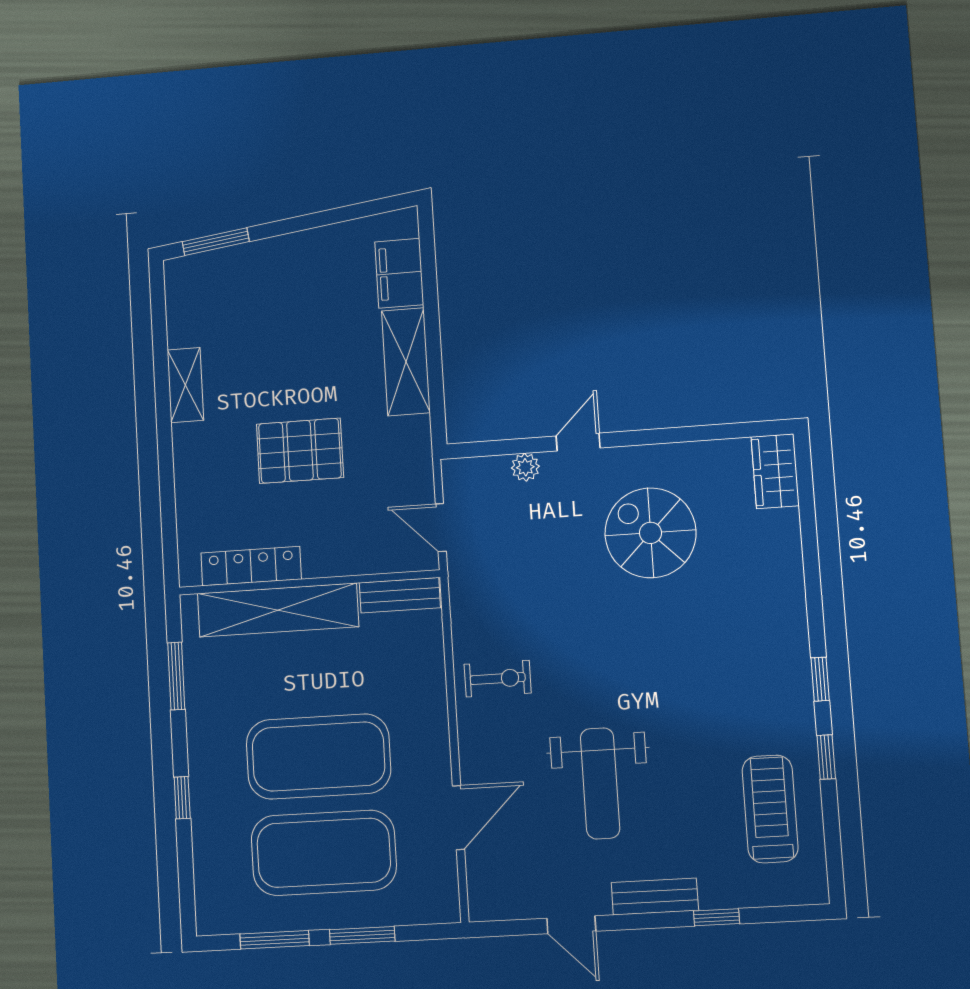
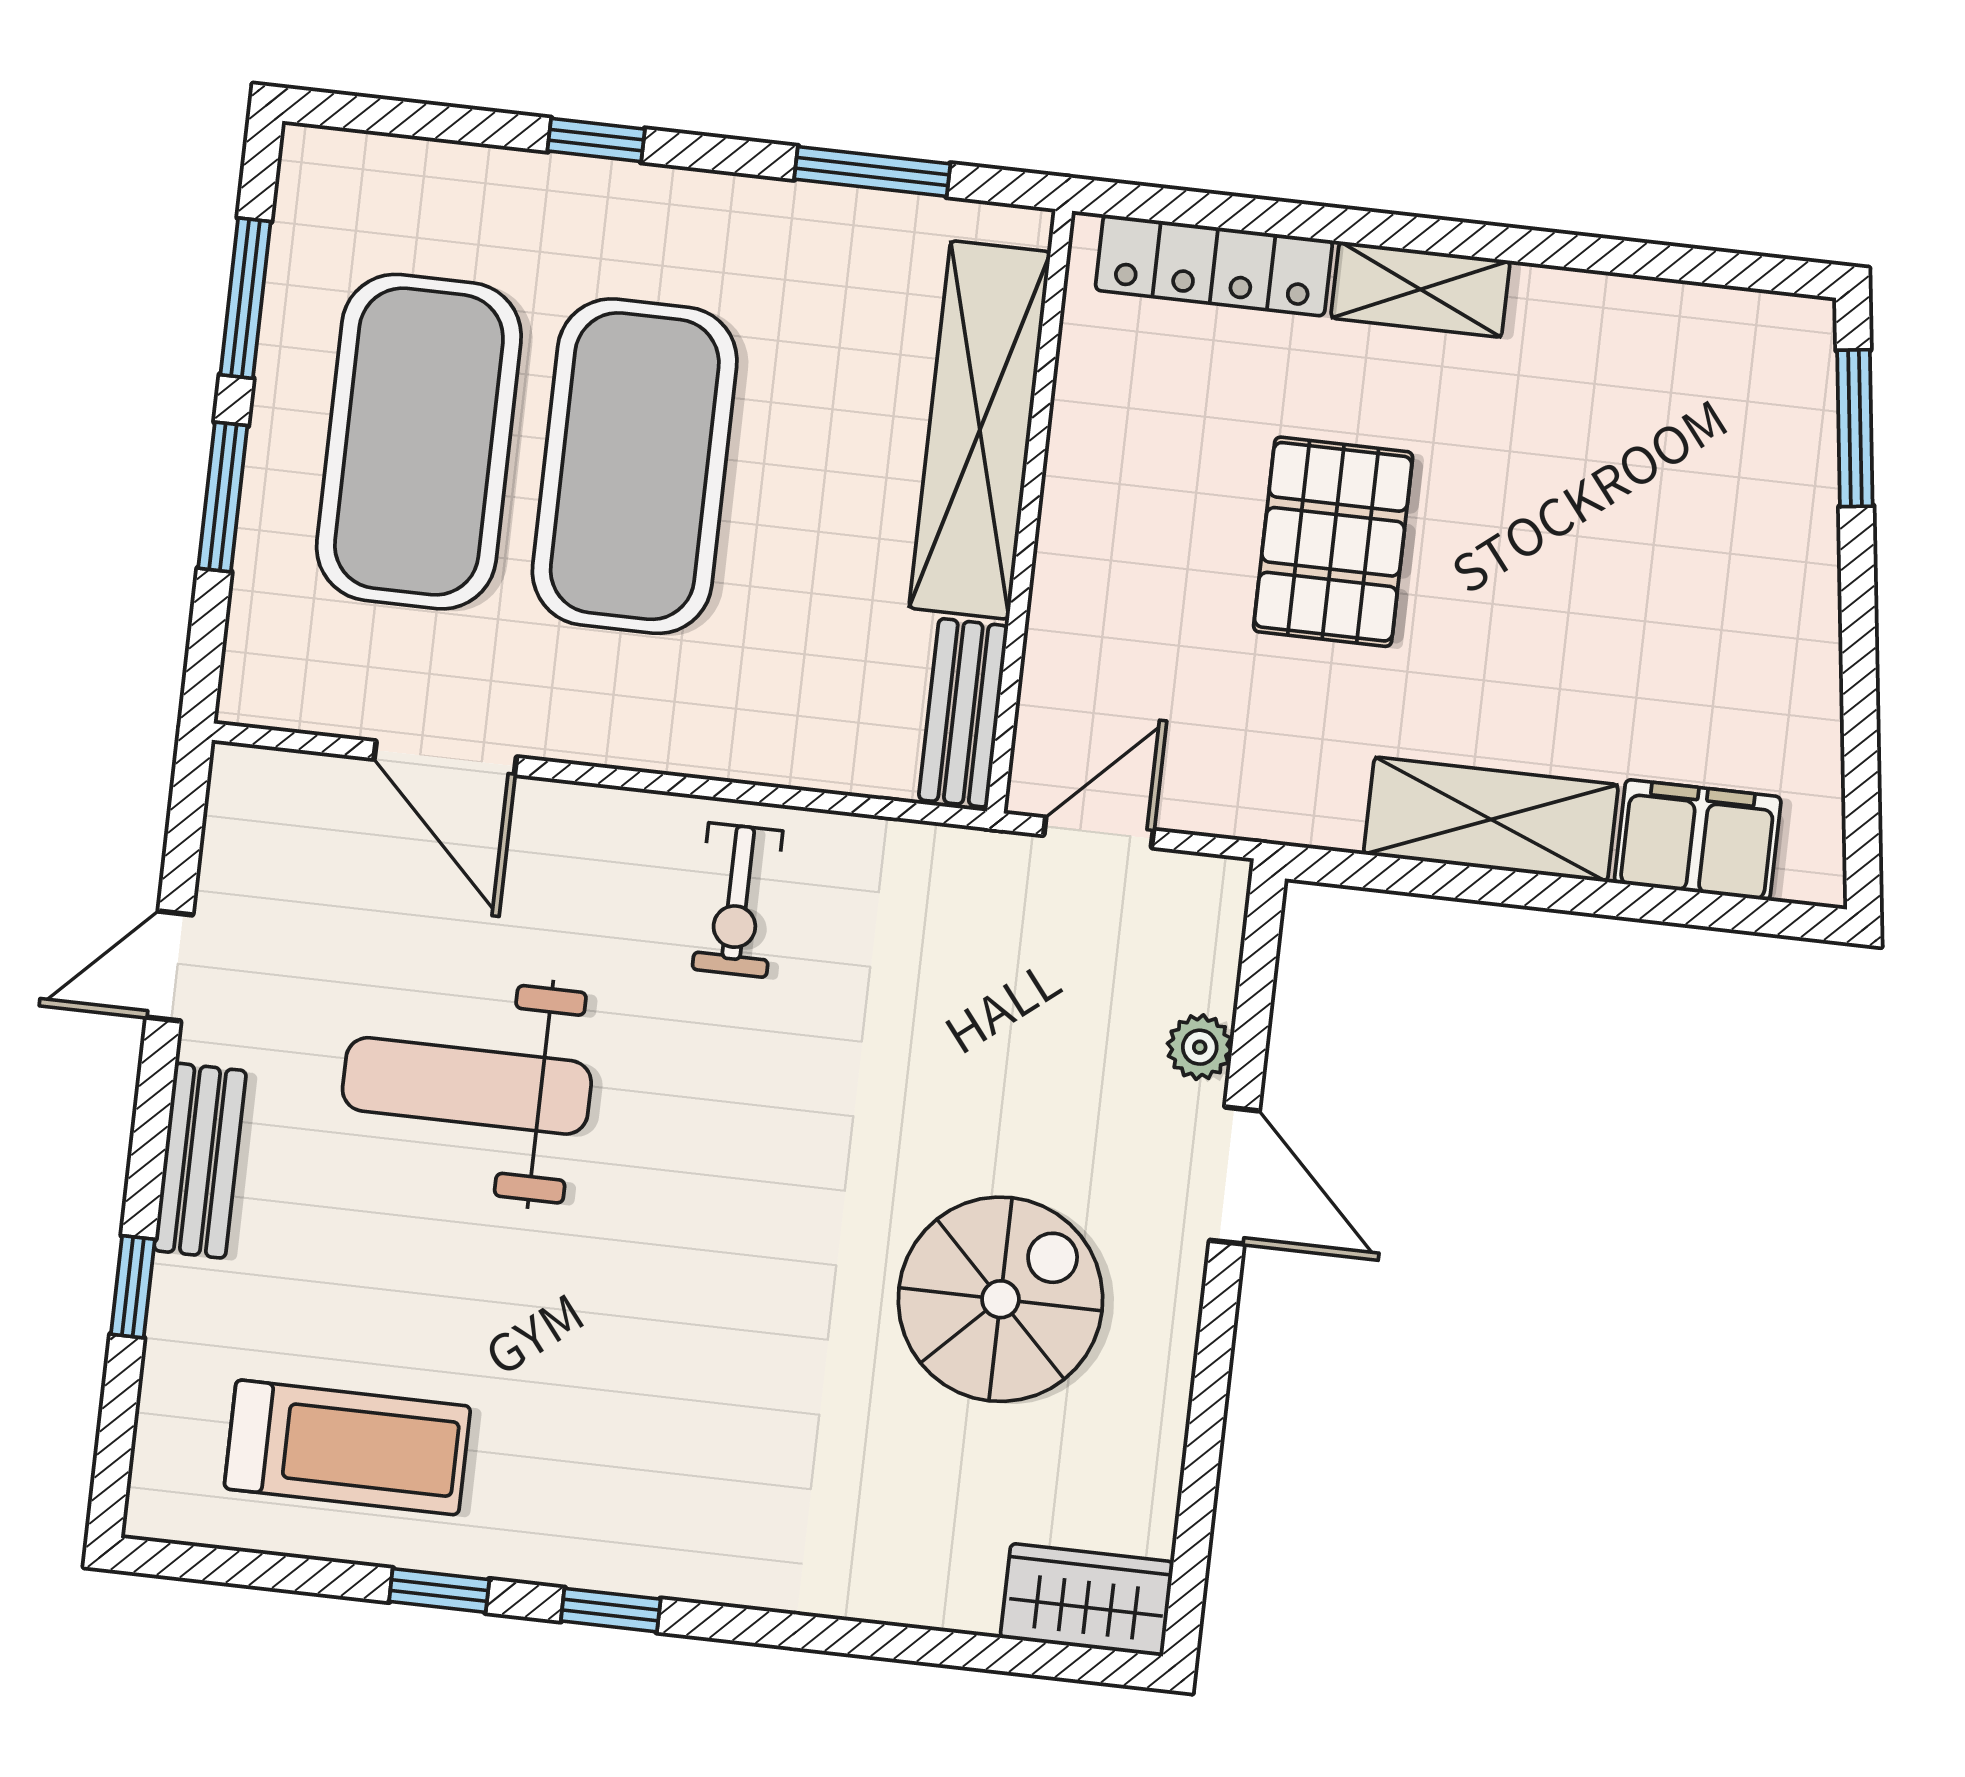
shelving: (185, 385) -> (1420, 289), moved
door: (578, 442) -> (1234, 1176), width x1.38
locker: (251, 566) -> (1214, 265), moved, turned 90

